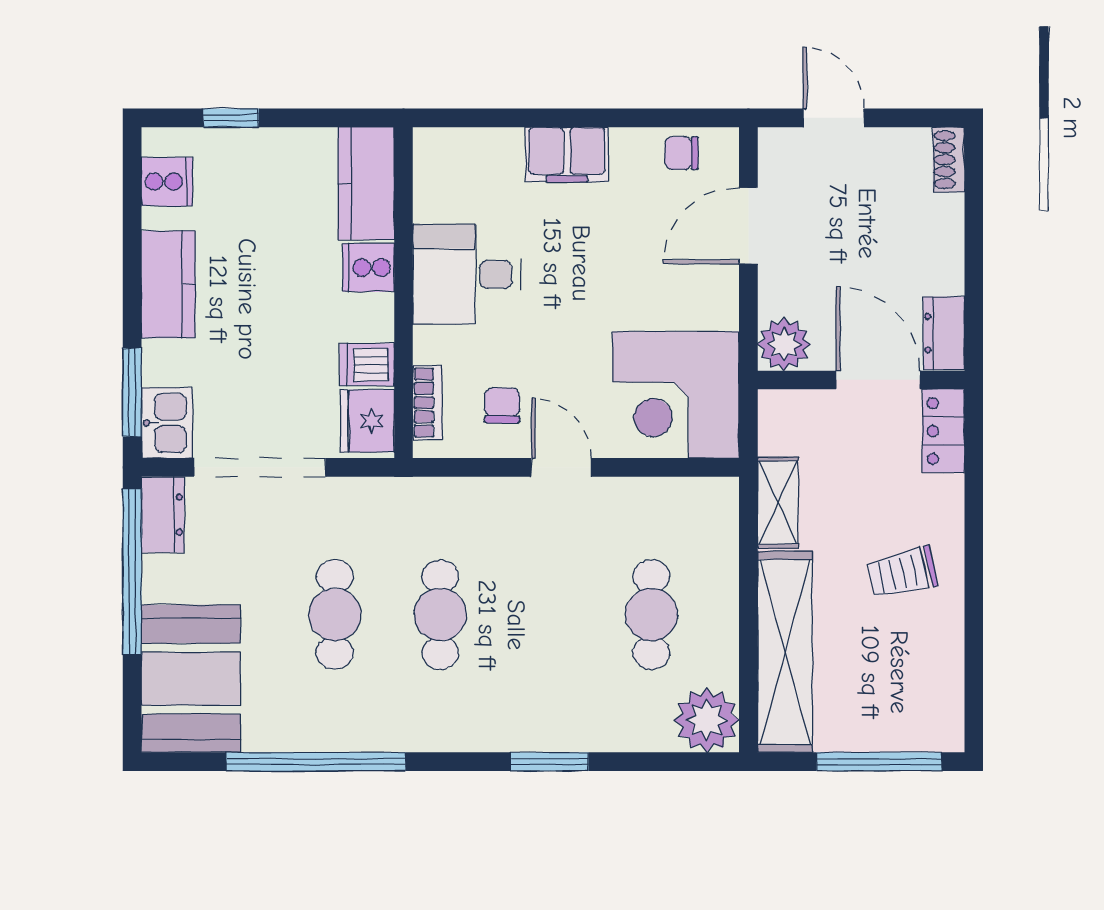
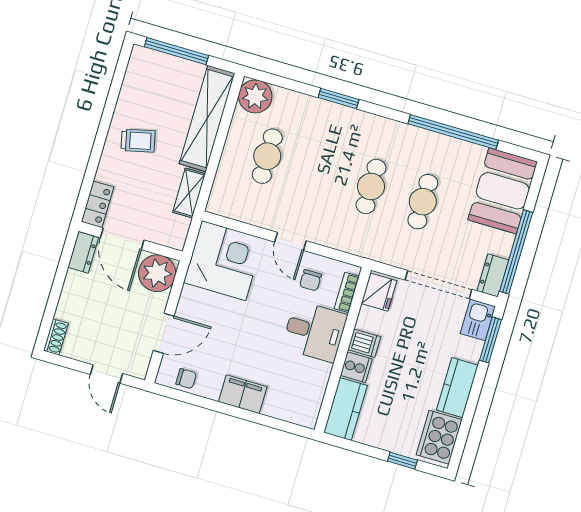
cooker: (167, 182) -> (439, 437), width x1.87, depth x1.31
desk: (467, 274) -> (315, 331), moved
plant: (784, 344) -> (157, 273), width x1.36, depth x1.36
dishwasher: (367, 365) -> (364, 343), moved

